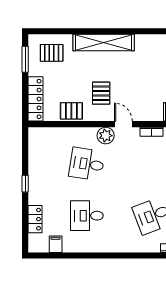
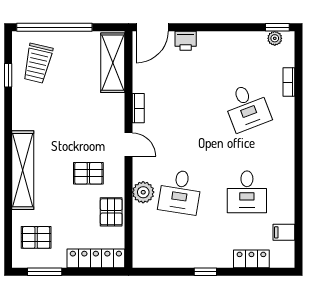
pallet: (52, 53) -> (36, 237), turned 90
door: (123, 124) -> (128, 144), swing flipped
plant: (106, 136) -> (143, 192), moved

